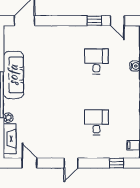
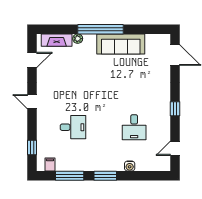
window: (94, 21) -> (175, 109), moved
desk: (96, 61) -> (134, 127), turned 90

